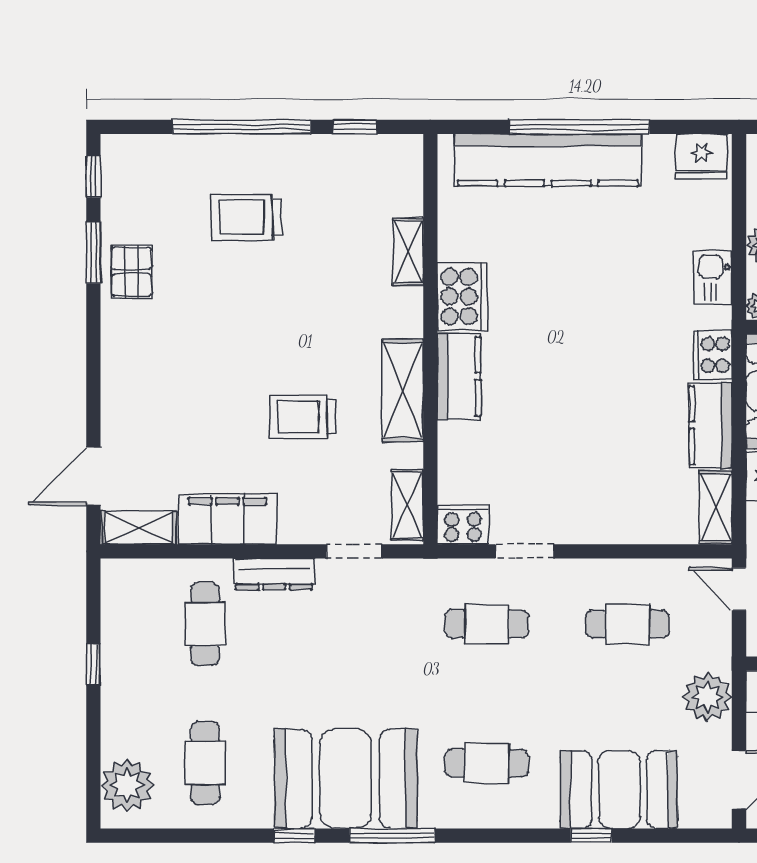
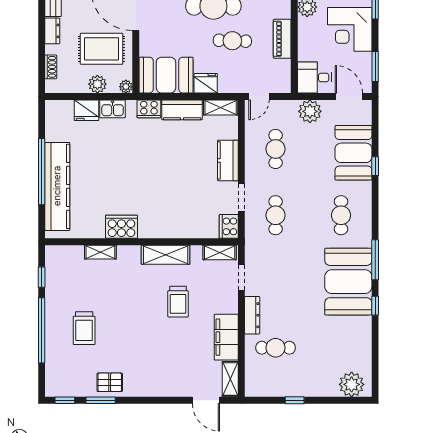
fridge: (701, 156) -> (87, 110), moved, turned 90
kitchen counter: (459, 376) -> (228, 160), moved, turned -90
cafe table: (205, 763) -> (341, 348), removed

